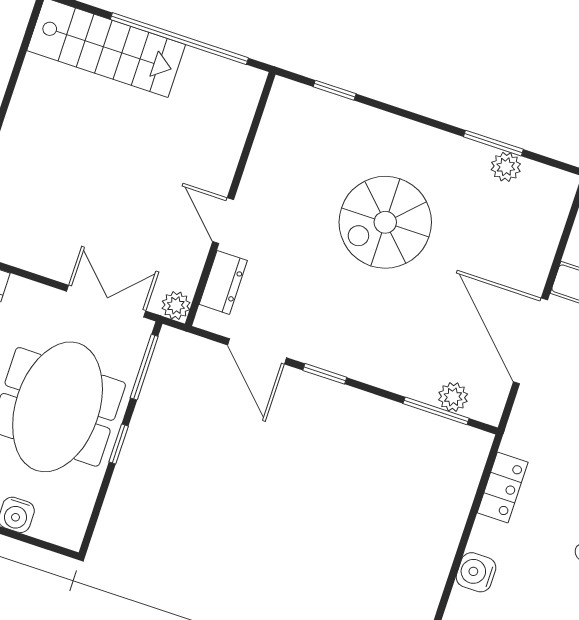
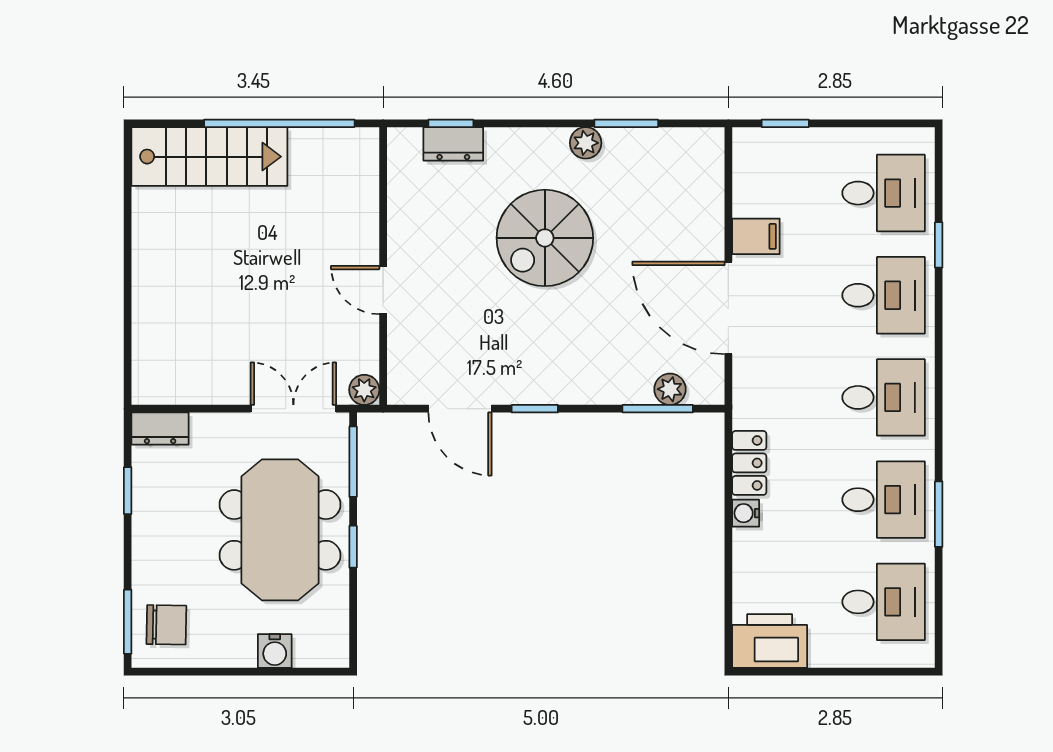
plant: (506, 167) -> (586, 143), moved
dresser: (223, 282) -> (453, 144), moved, turned 90
water cooler: (476, 572) -> (746, 513), moved, width x0.72, depth x0.72

